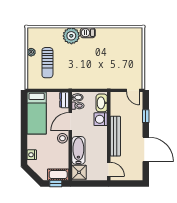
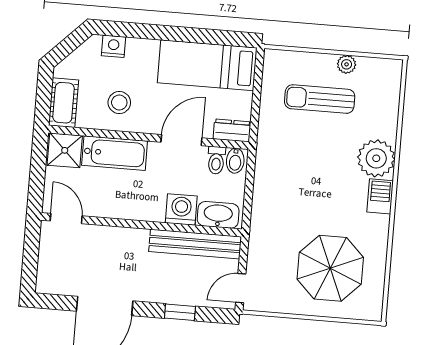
parasol: (121, 52) -> (330, 268), added
door: (70, 122) -> (181, 140), hinge flipped
bench: (115, 136) -> (195, 244), moved
stool: (62, 138) -> (119, 103), moved
door: (109, 169) -> (66, 218), swing flipped
window: (56, 183) -> (44, 95), removed

